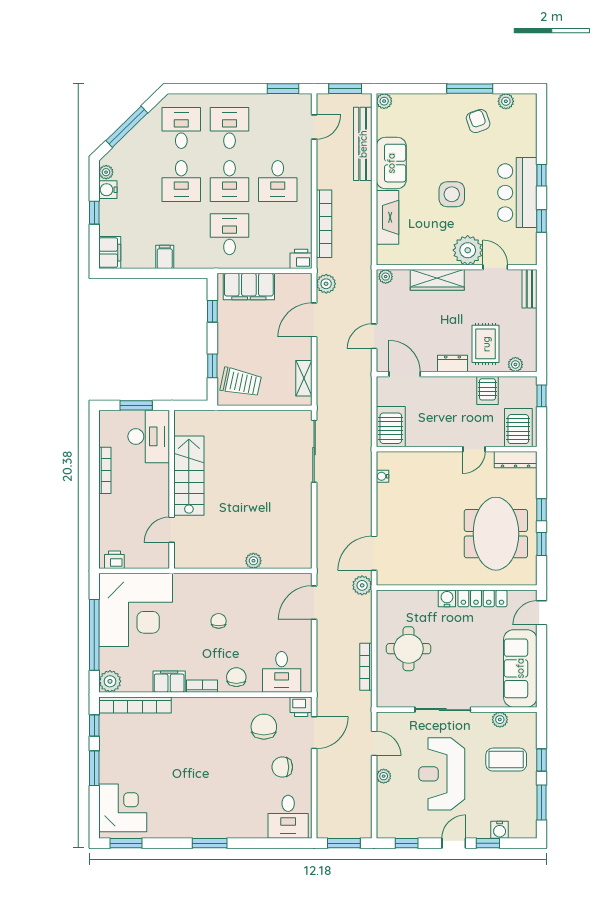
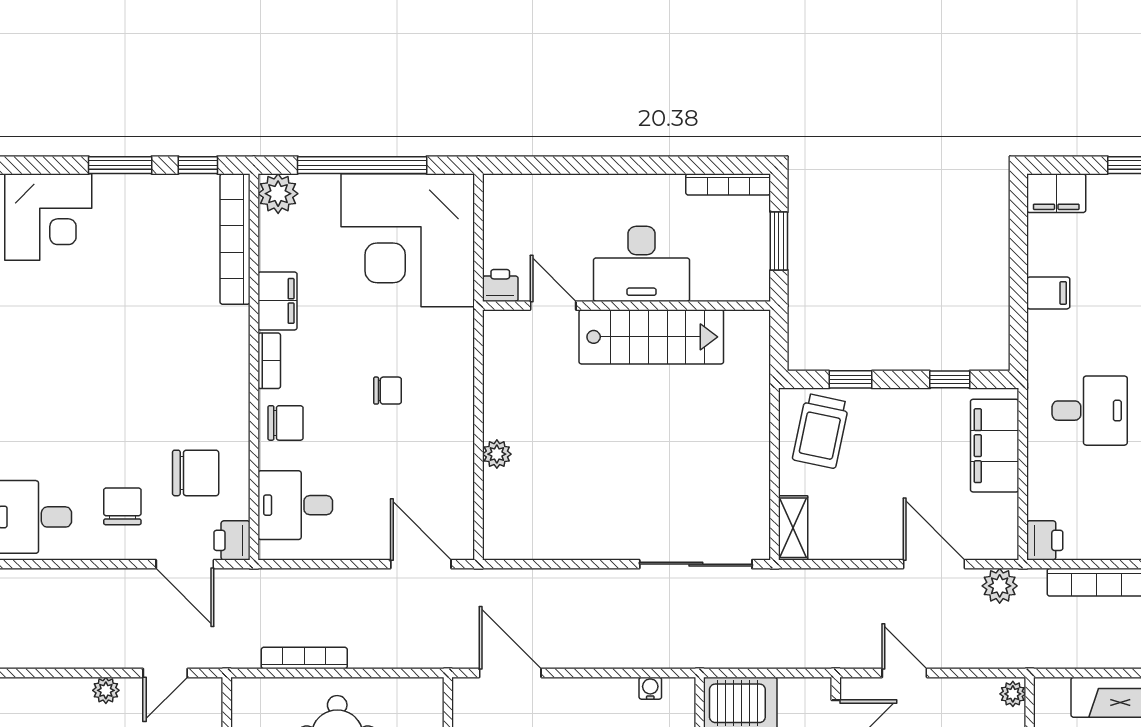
shelving: (304, 378) -> (793, 528), moved, turned 90
desk: (149, 436) -> (642, 264), moved
bookcase: (105, 470) -> (728, 184), moved
printer: (114, 560) -> (500, 285), moved, turned -90
plant: (362, 585) -> (452, 651), removed

